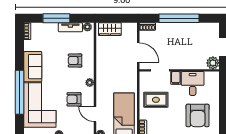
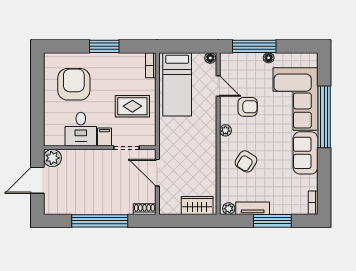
armchair: (75, 60) -> (246, 161), turned 122

